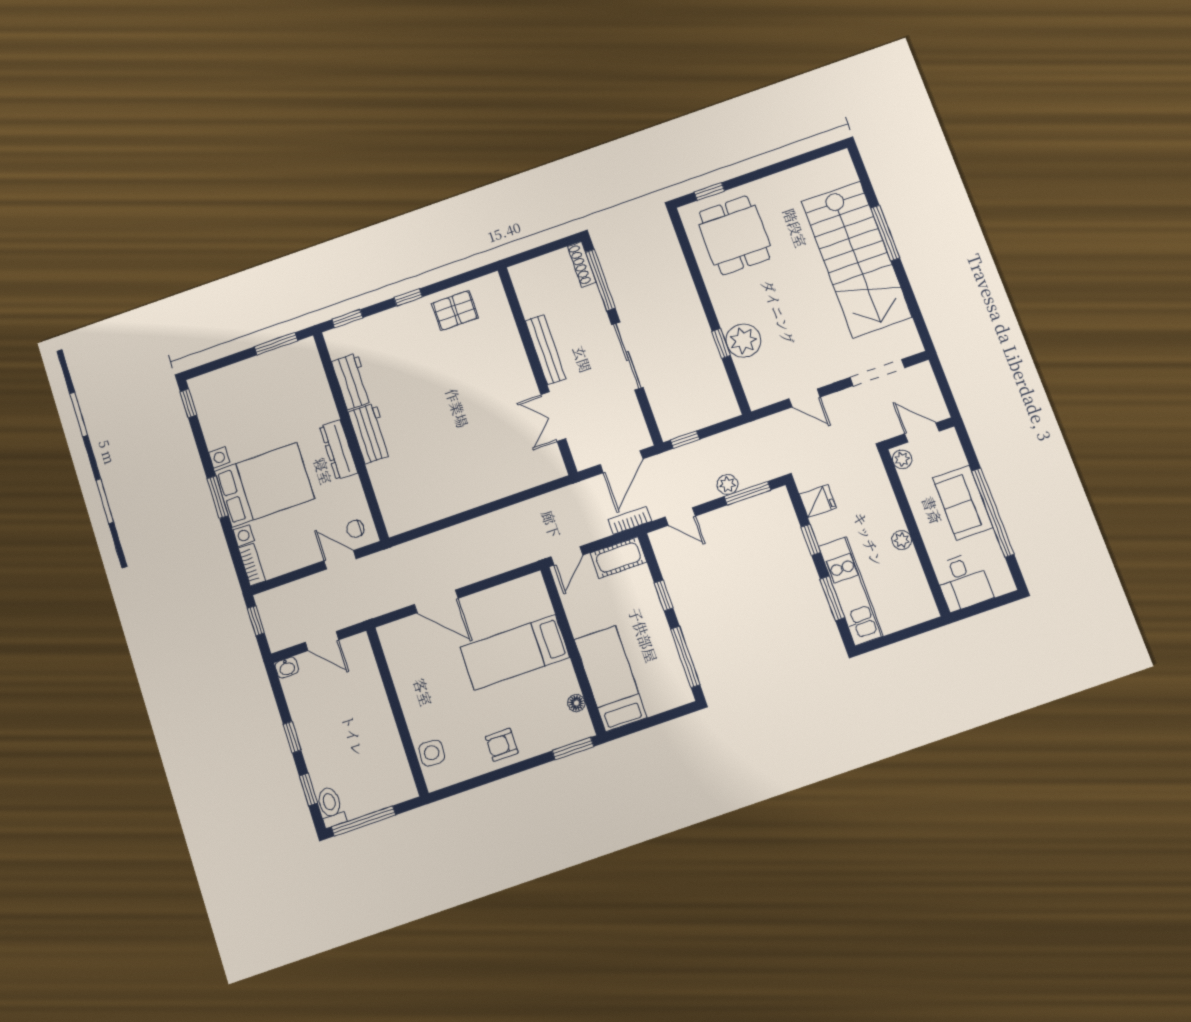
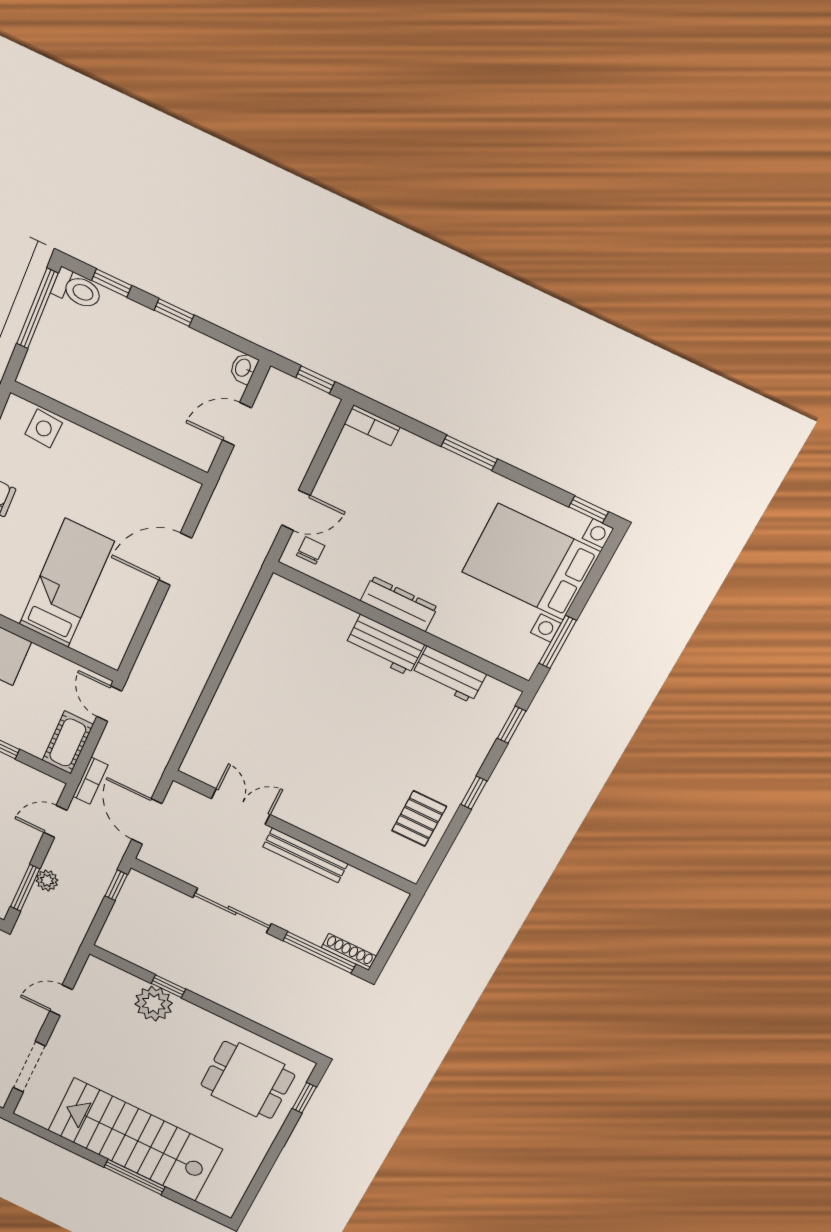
bed with nightstands: (264, 485) -> (531, 562), moved, turned 90

